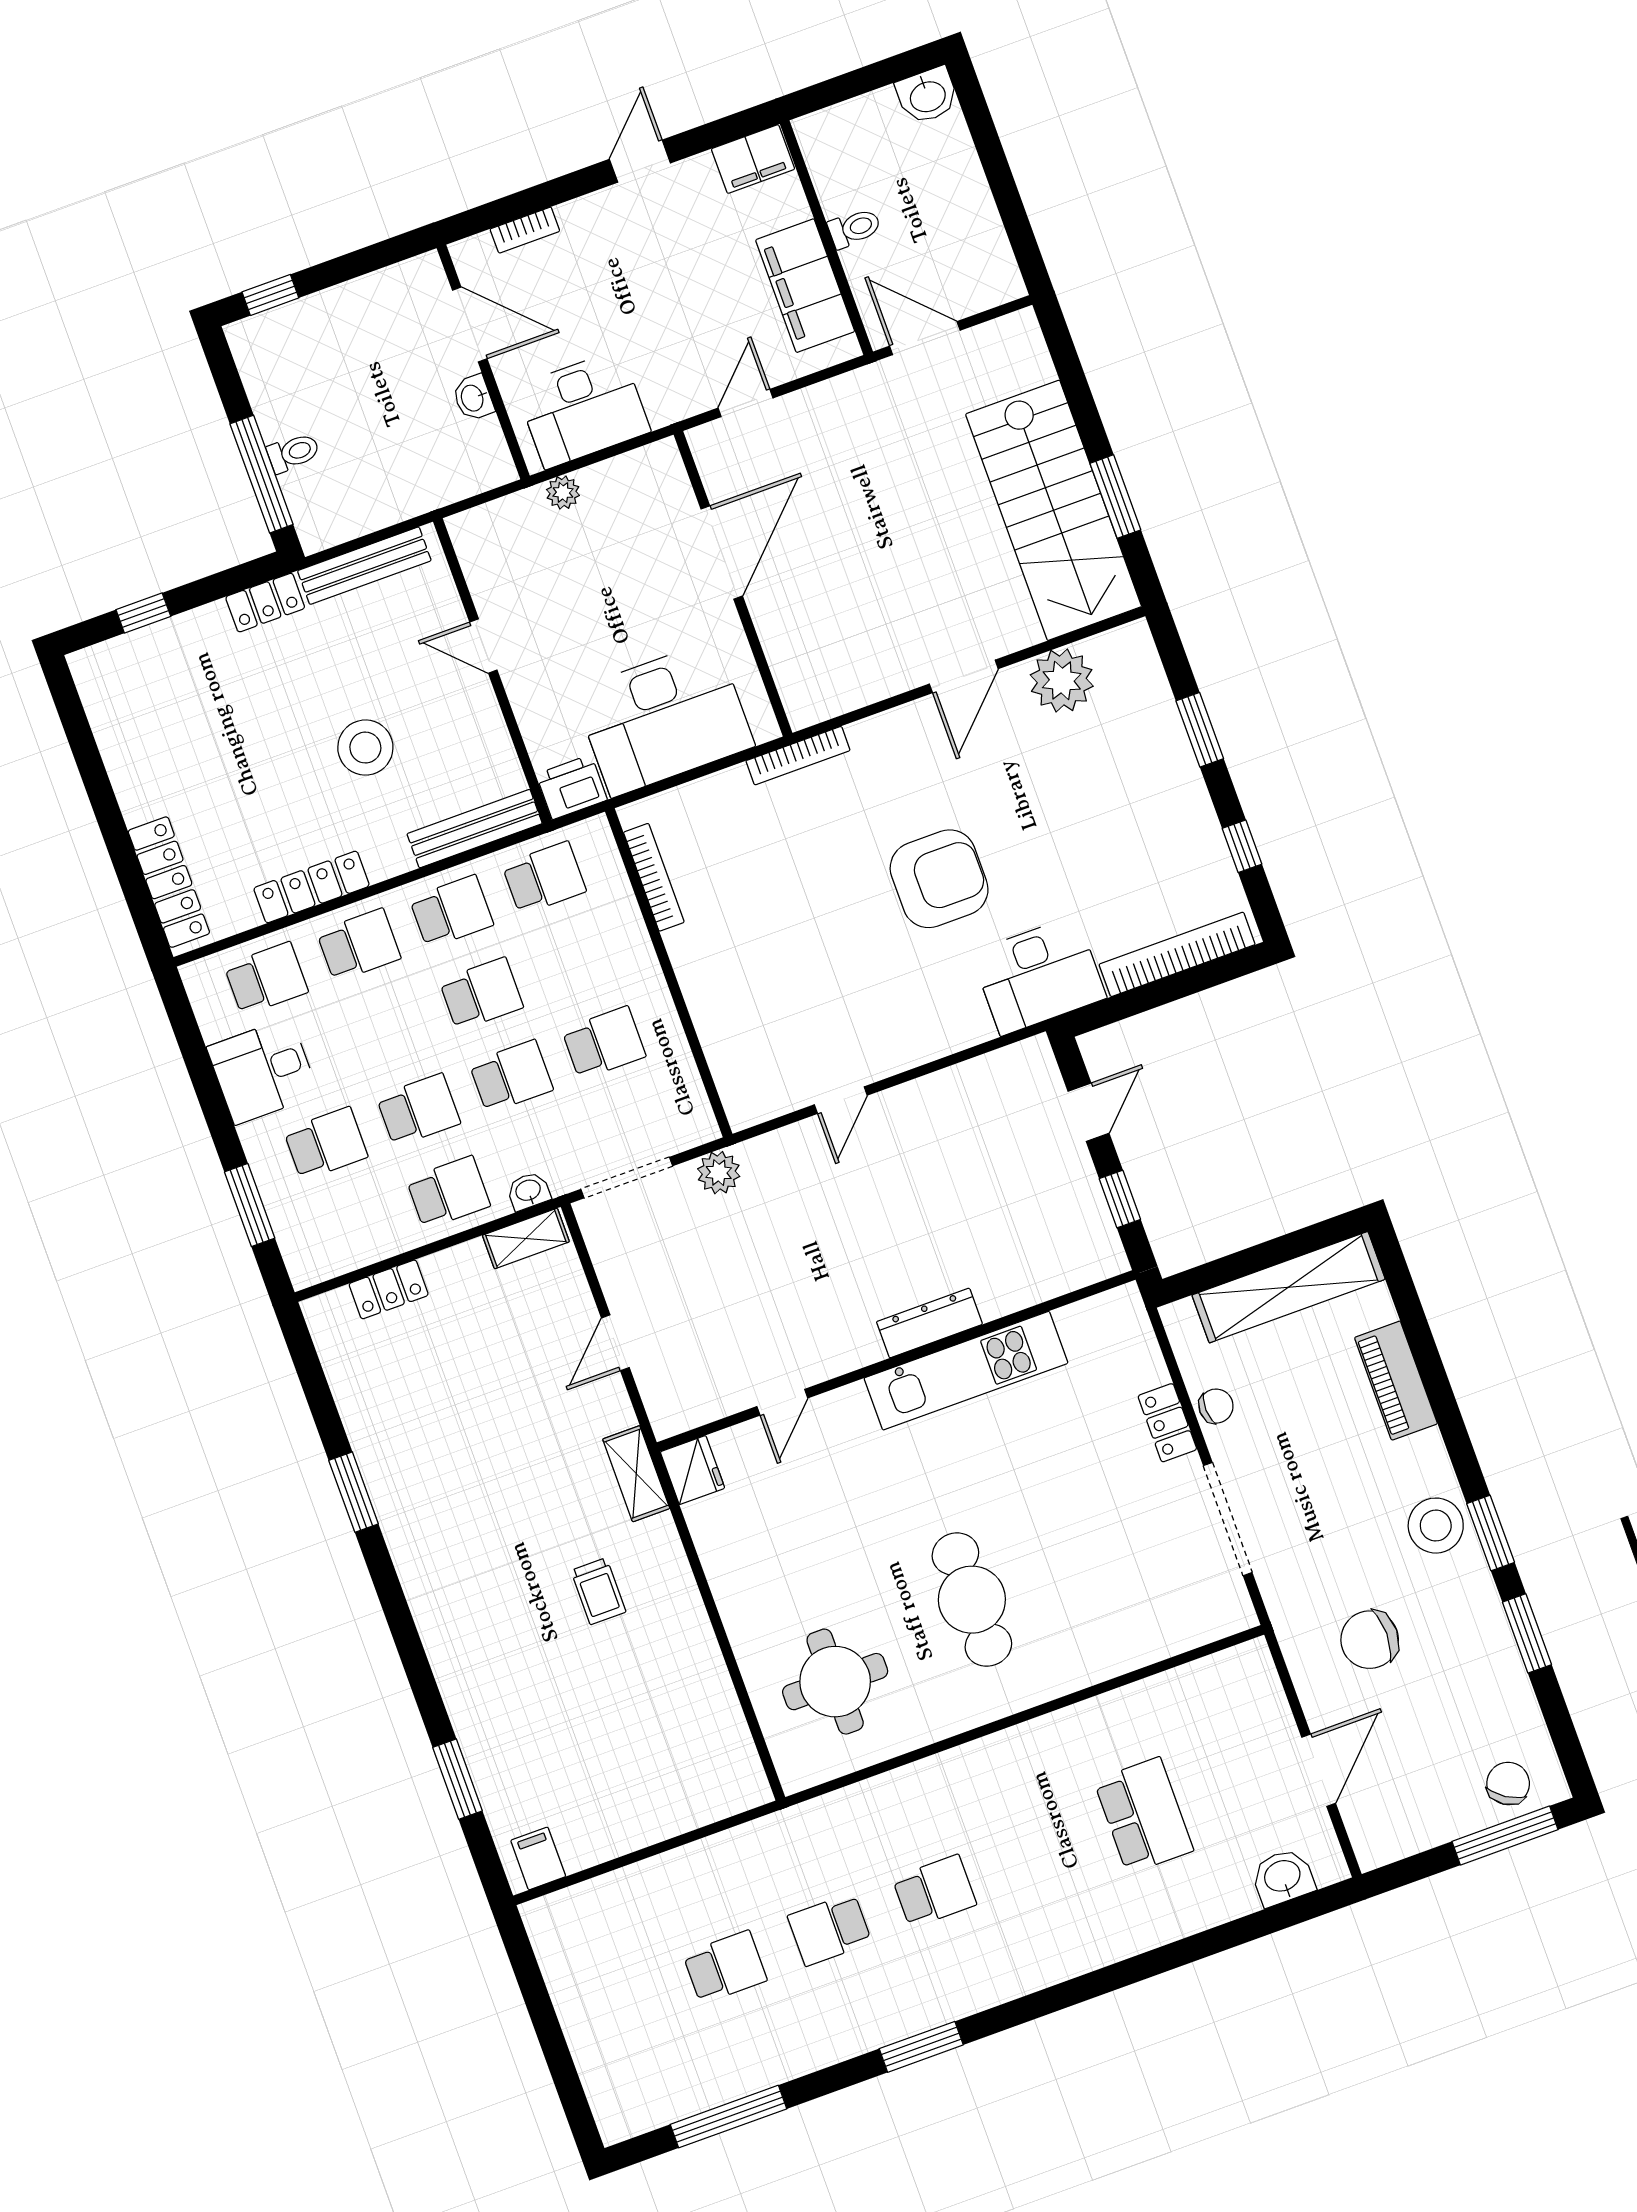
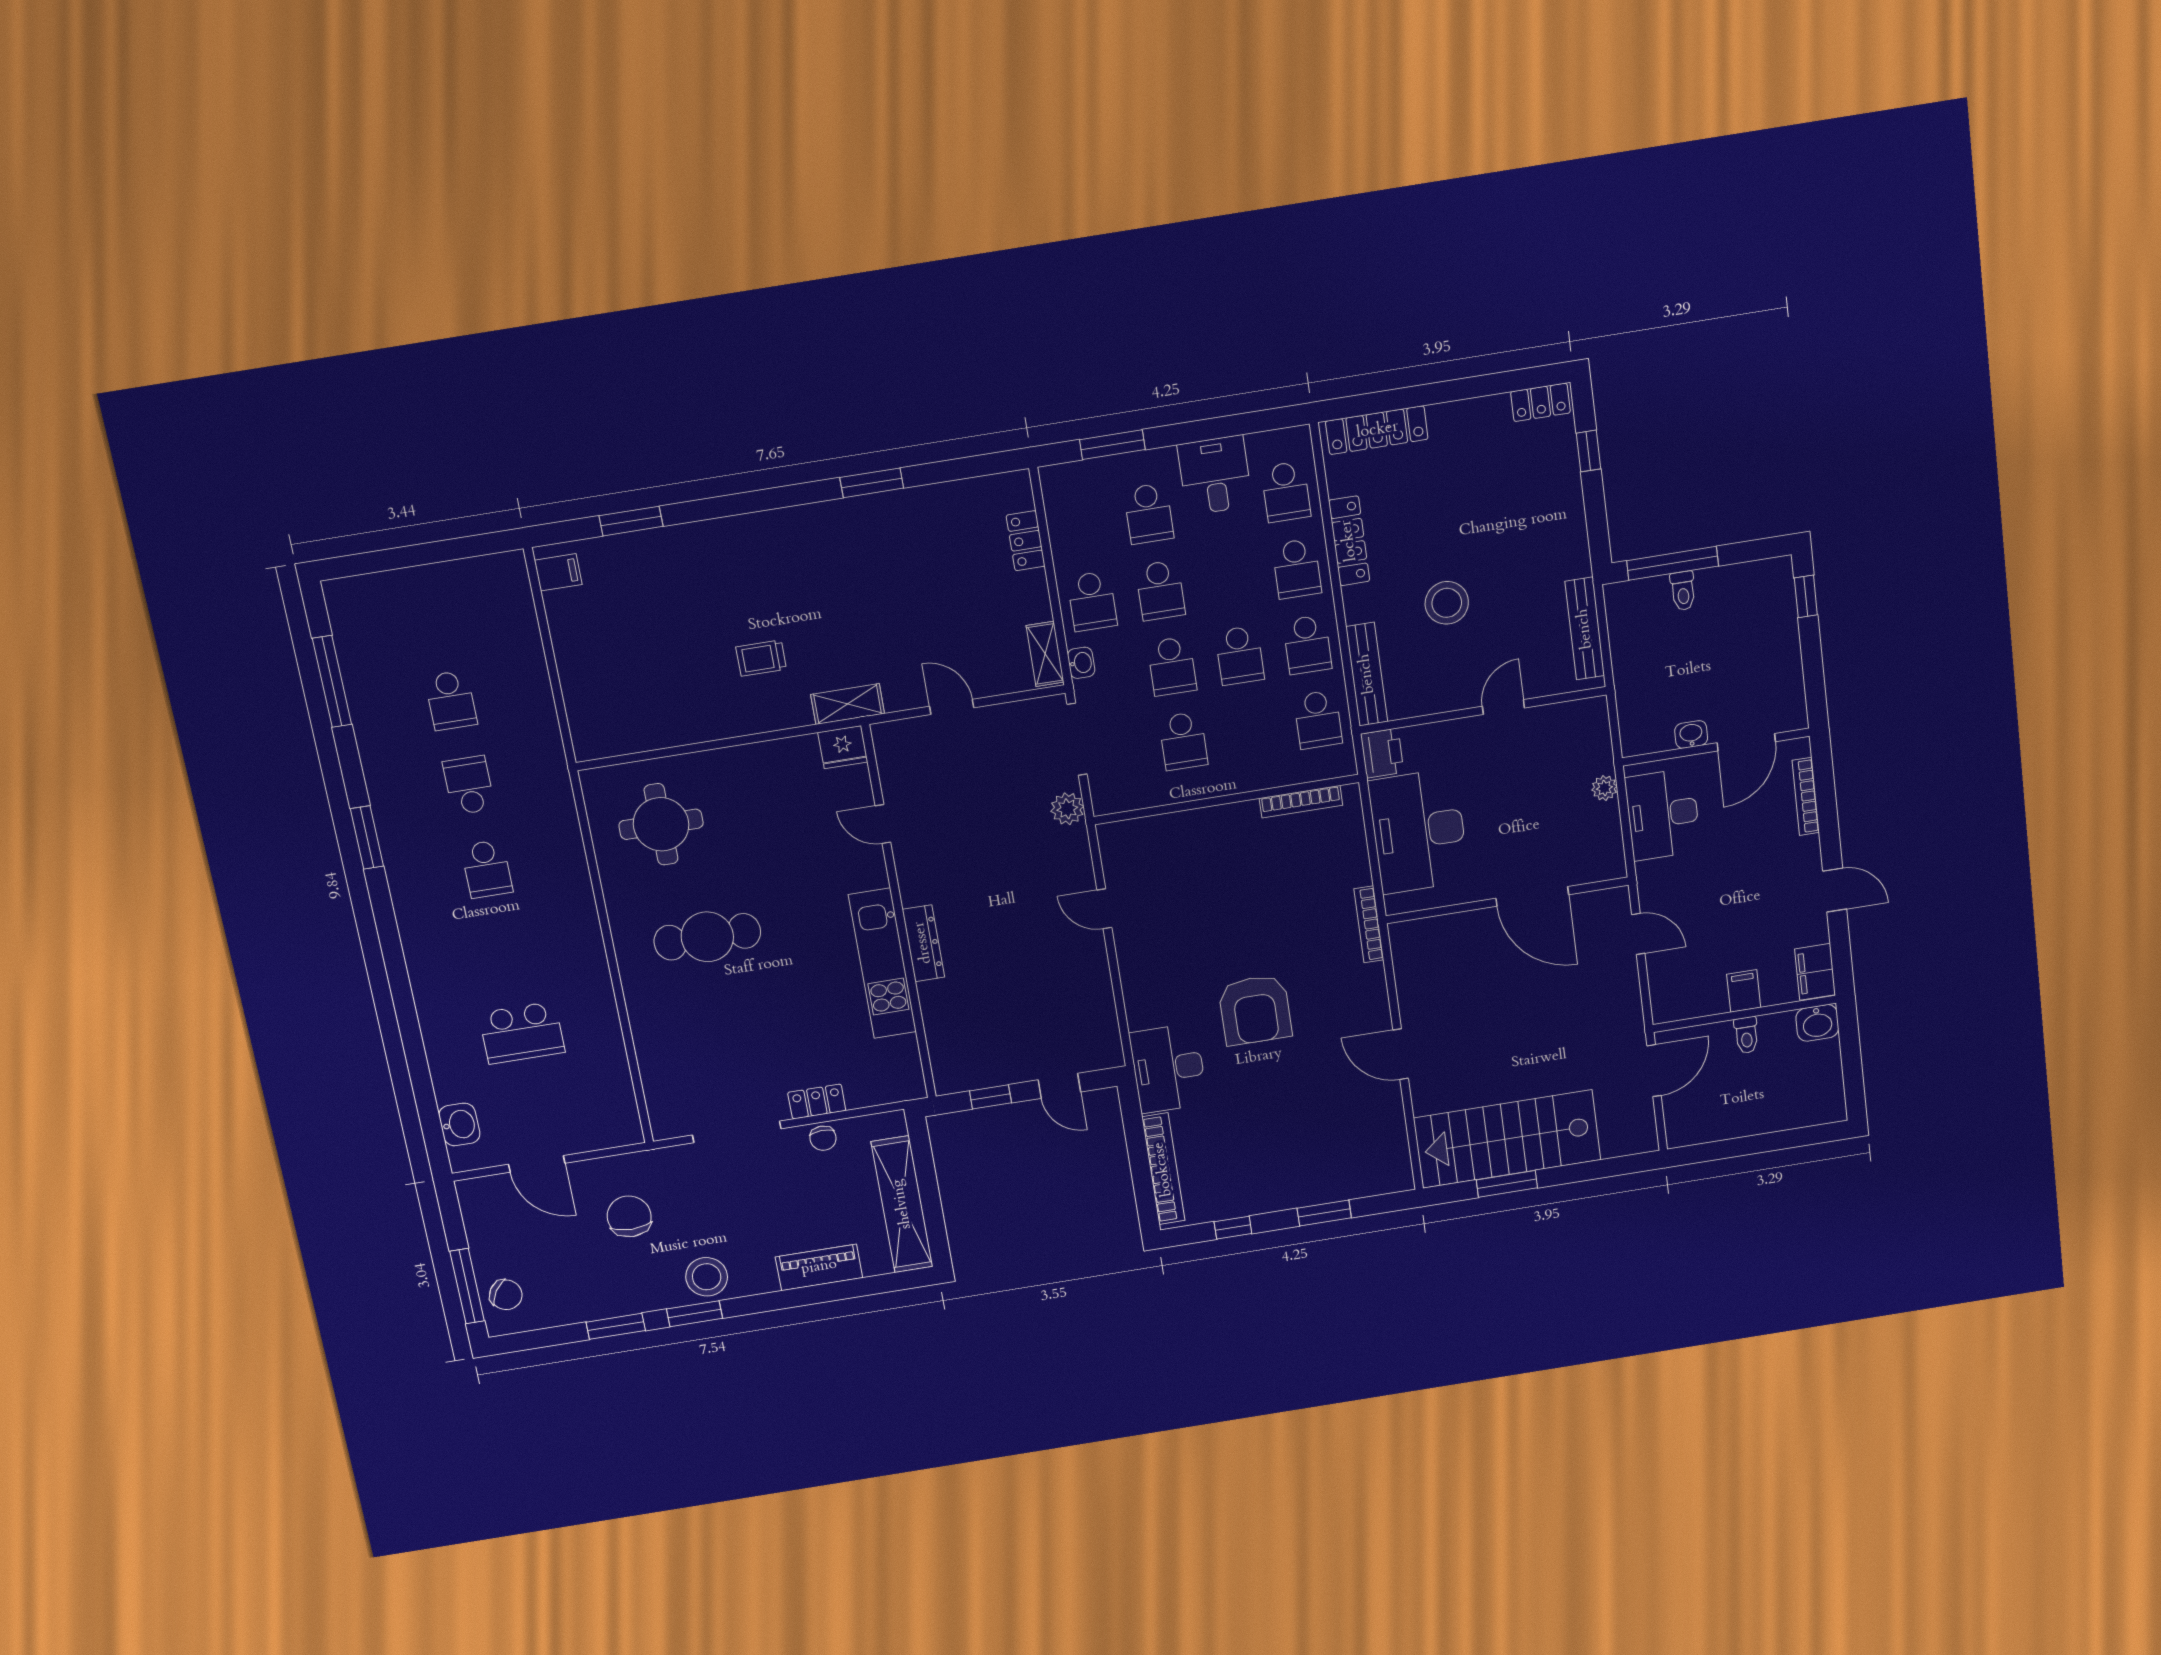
washbasin: (927, 95) -> (1817, 1023), moved, turned -90
bookcase: (525, 230) -> (1806, 796), width x1.56
filing cabinet: (805, 286) -> (1744, 991), width x0.33, depth x0.86
locker: (265, 603) -> (1540, 402), moved, turned -90
plant: (1062, 681) -> (1382, 1123), removed

